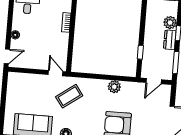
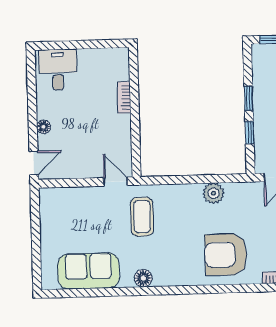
window: (142, 31) -> (249, 98), added
coffee table: (69, 96) -> (142, 217), turned -54

